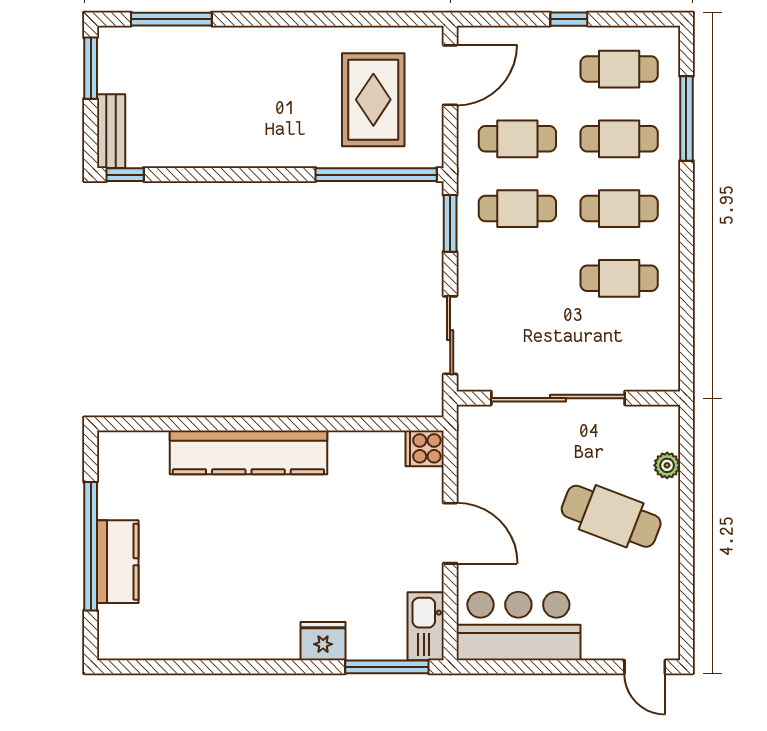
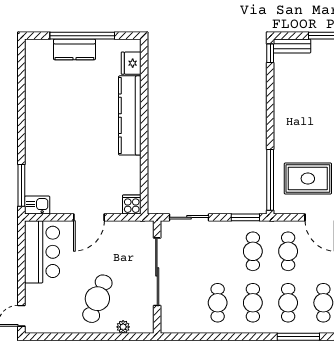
kitchen sink: (426, 626) -> (37, 205), width x0.73
fridge: (323, 641) -> (131, 63), moved, turned 180

